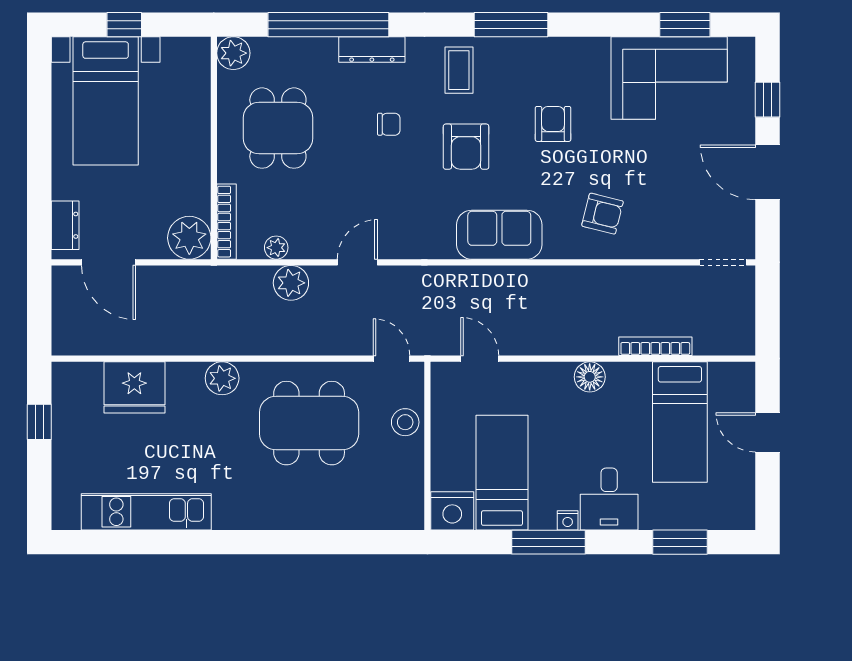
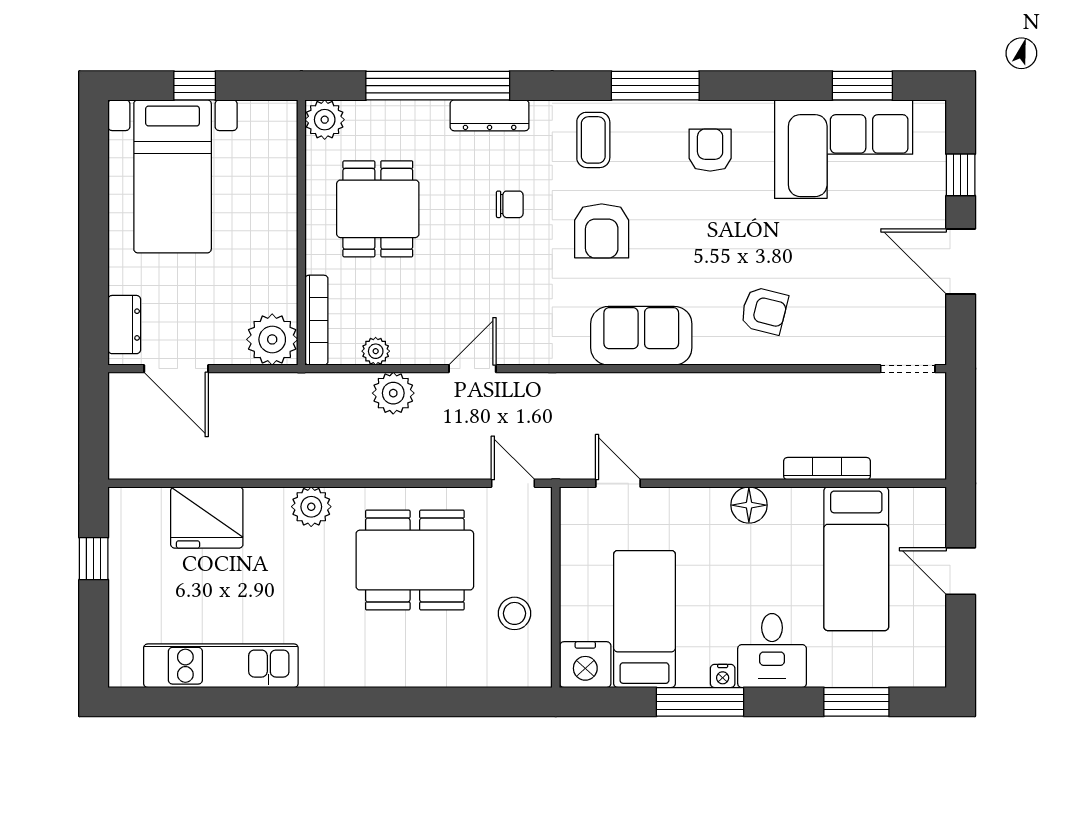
armchair: (553, 124) -> (710, 150), moved
stool: (405, 422) -> (515, 613), moved

